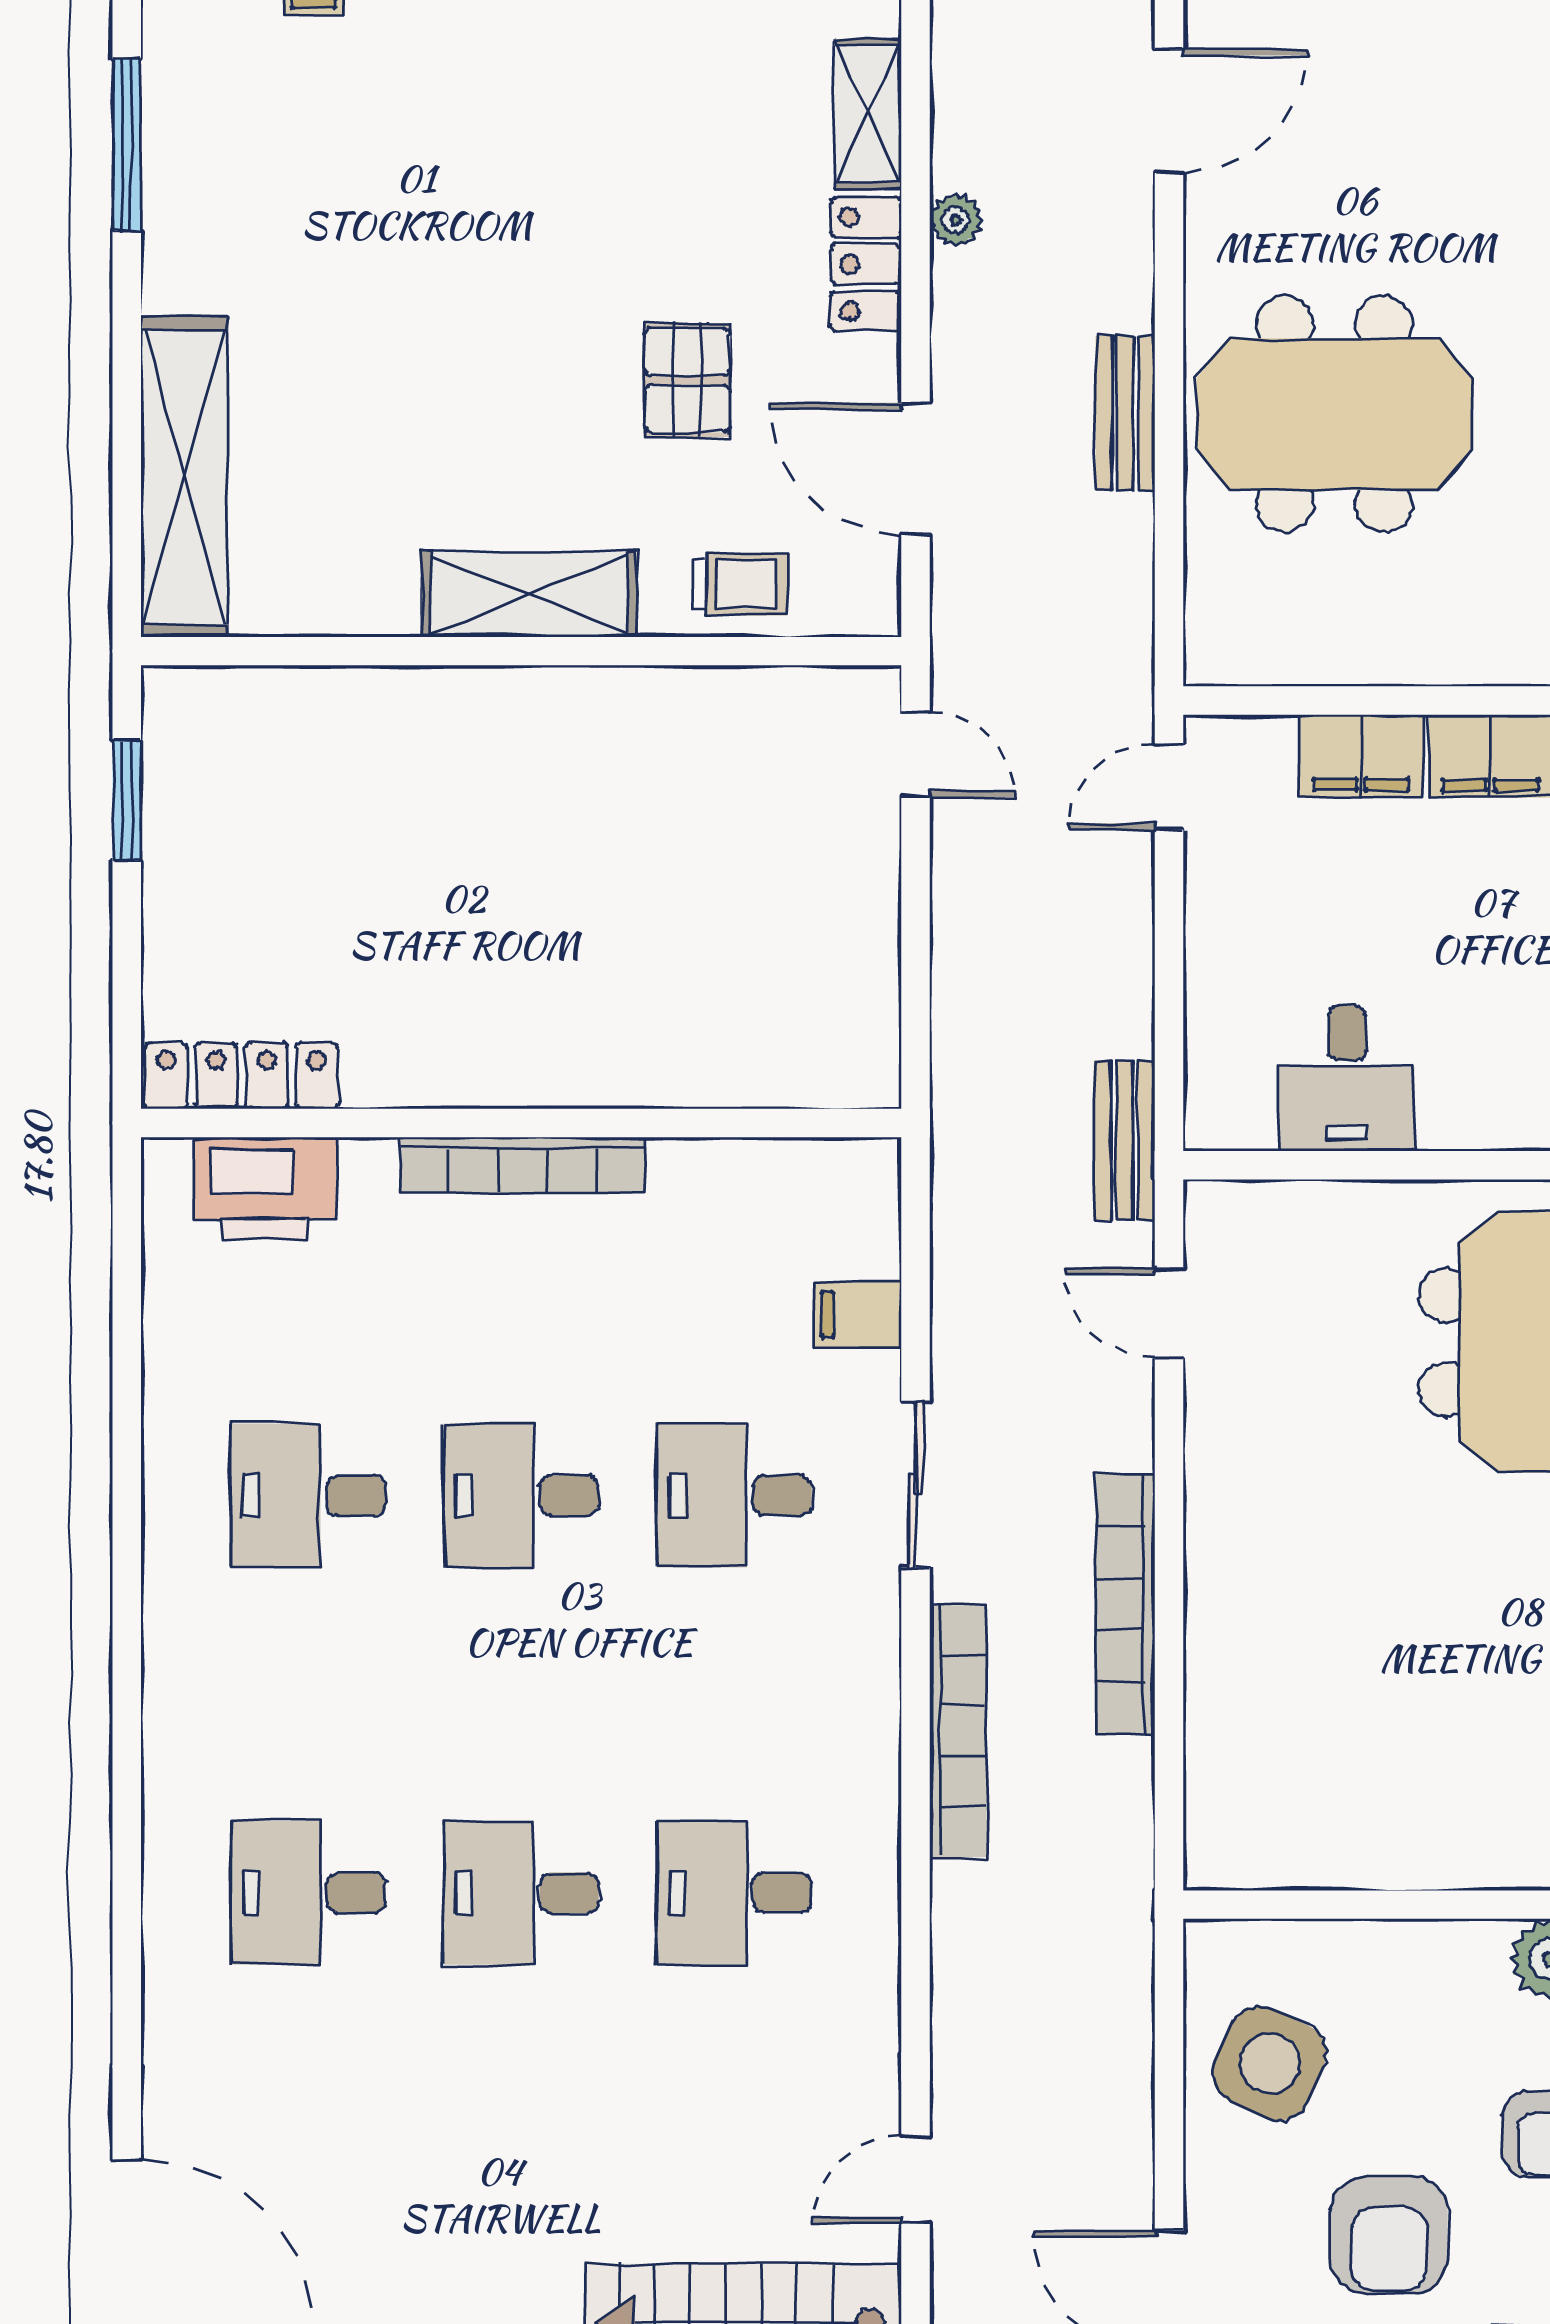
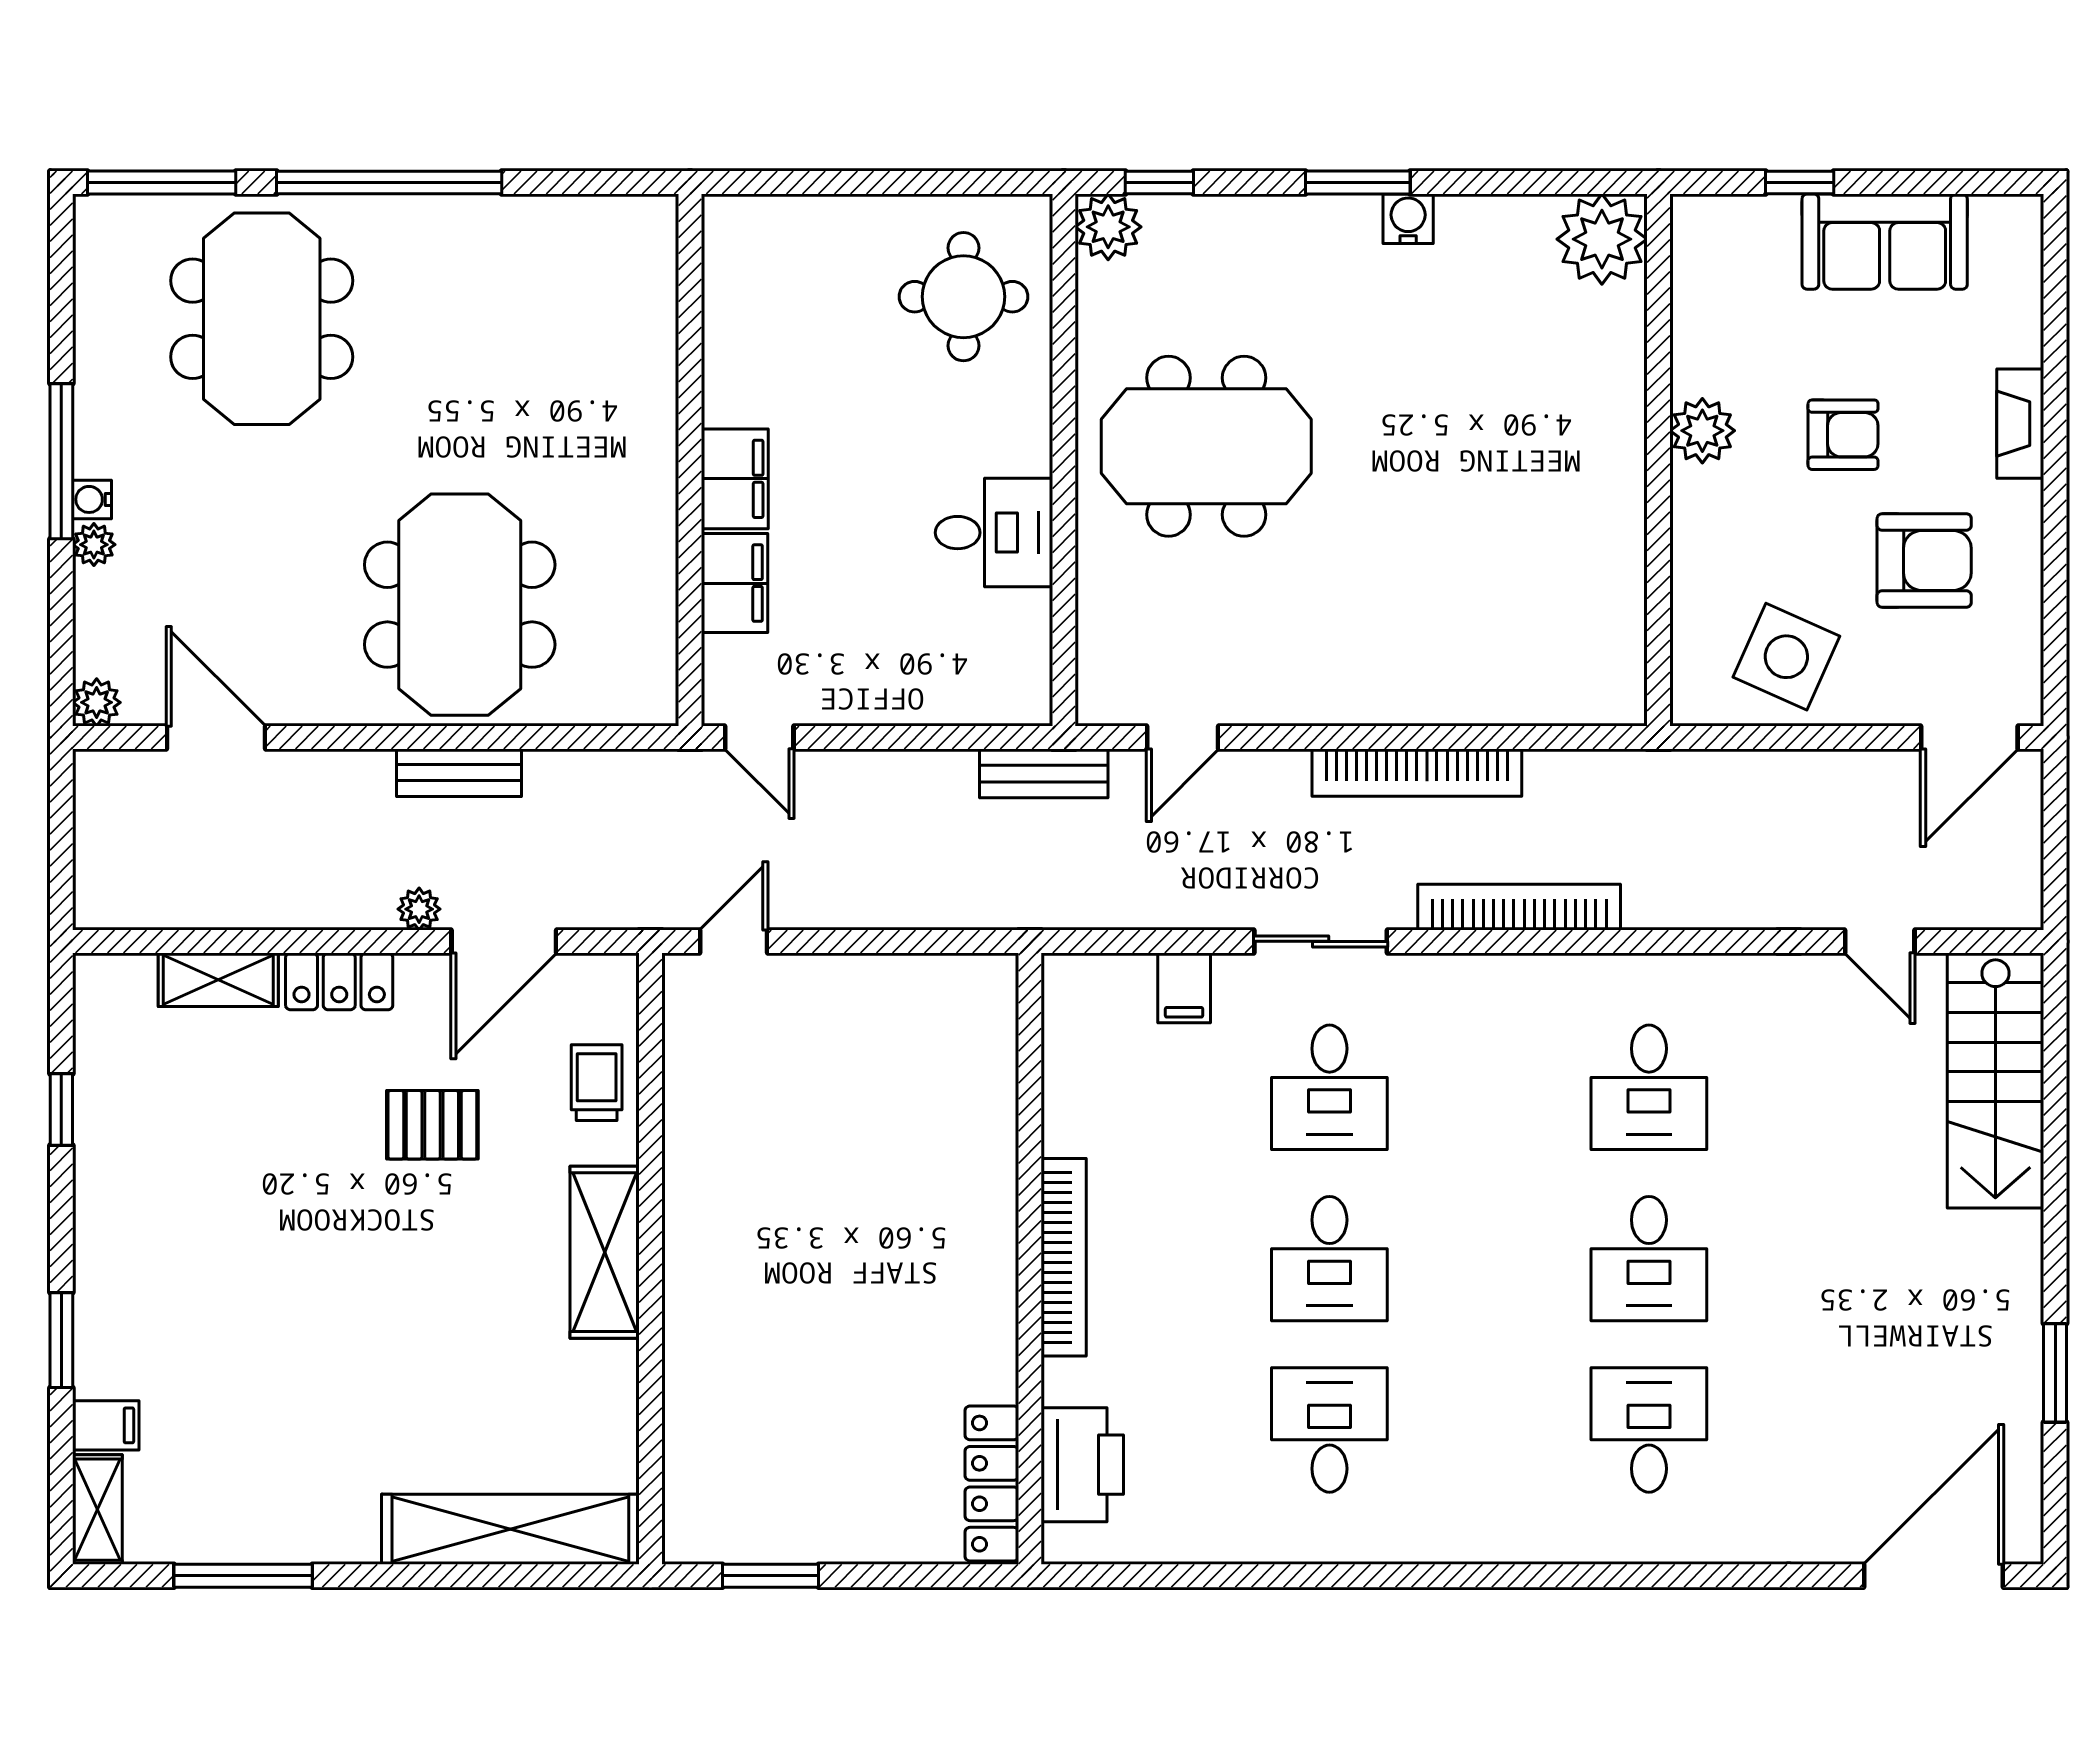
plant: (956, 220) -> (419, 909), moved
desk: (1347, 1078) -> (994, 533), moved
desk: (308, 1495) -> (1329, 1430), turned 180
desk: (308, 1893) -> (1649, 1430), turned 180

